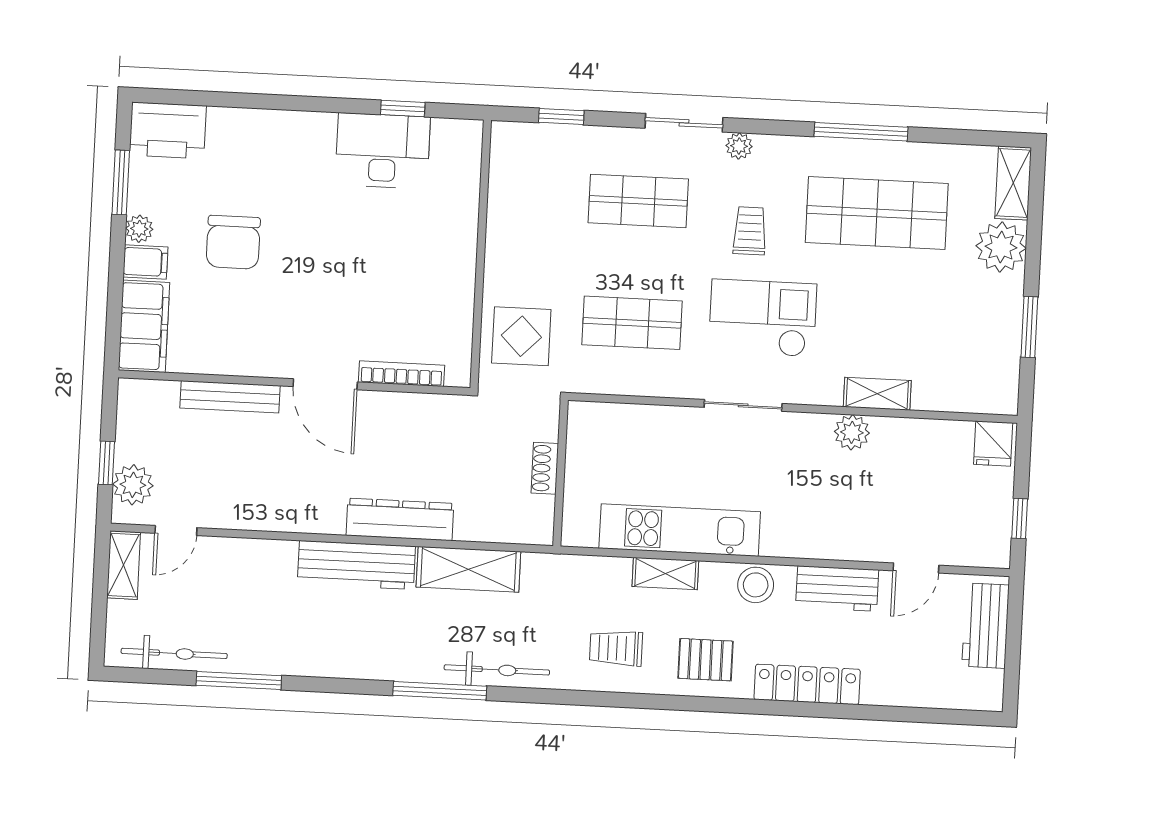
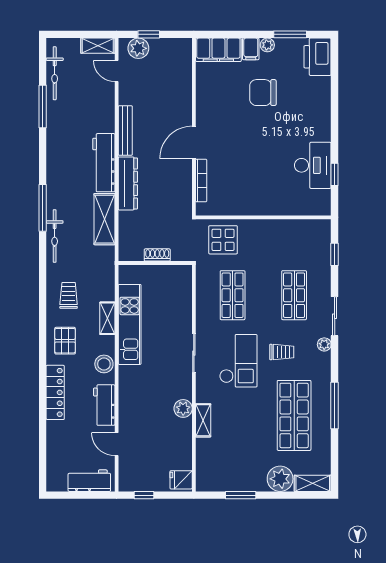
bench: (230, 397) -> (125, 130), moved

